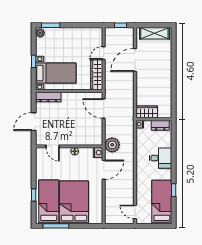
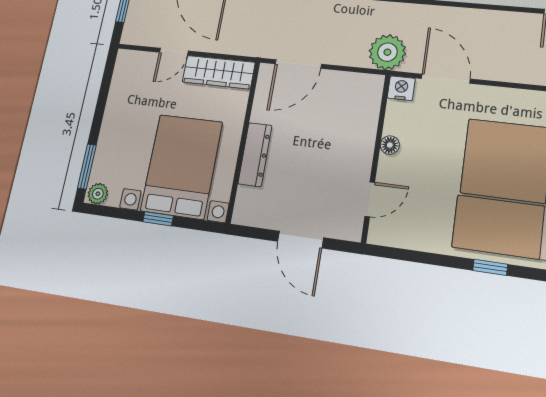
door: (104, 53) -> (174, 52), hinge flipped
bed with nightstands: (56, 73) -> (182, 166), width x1.36
dresser: (48, 97) -> (255, 155), moved

